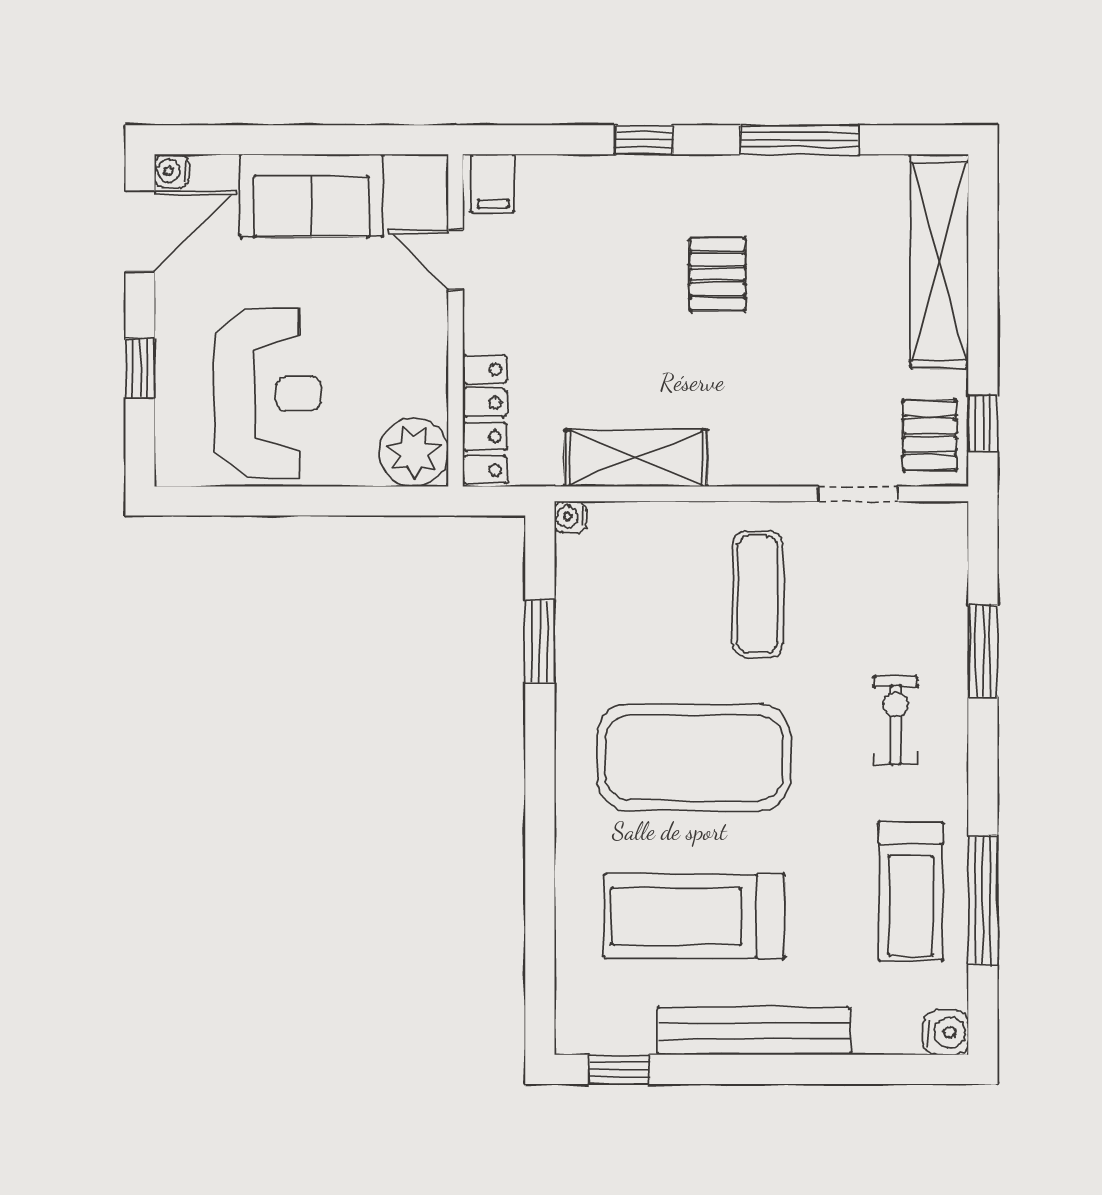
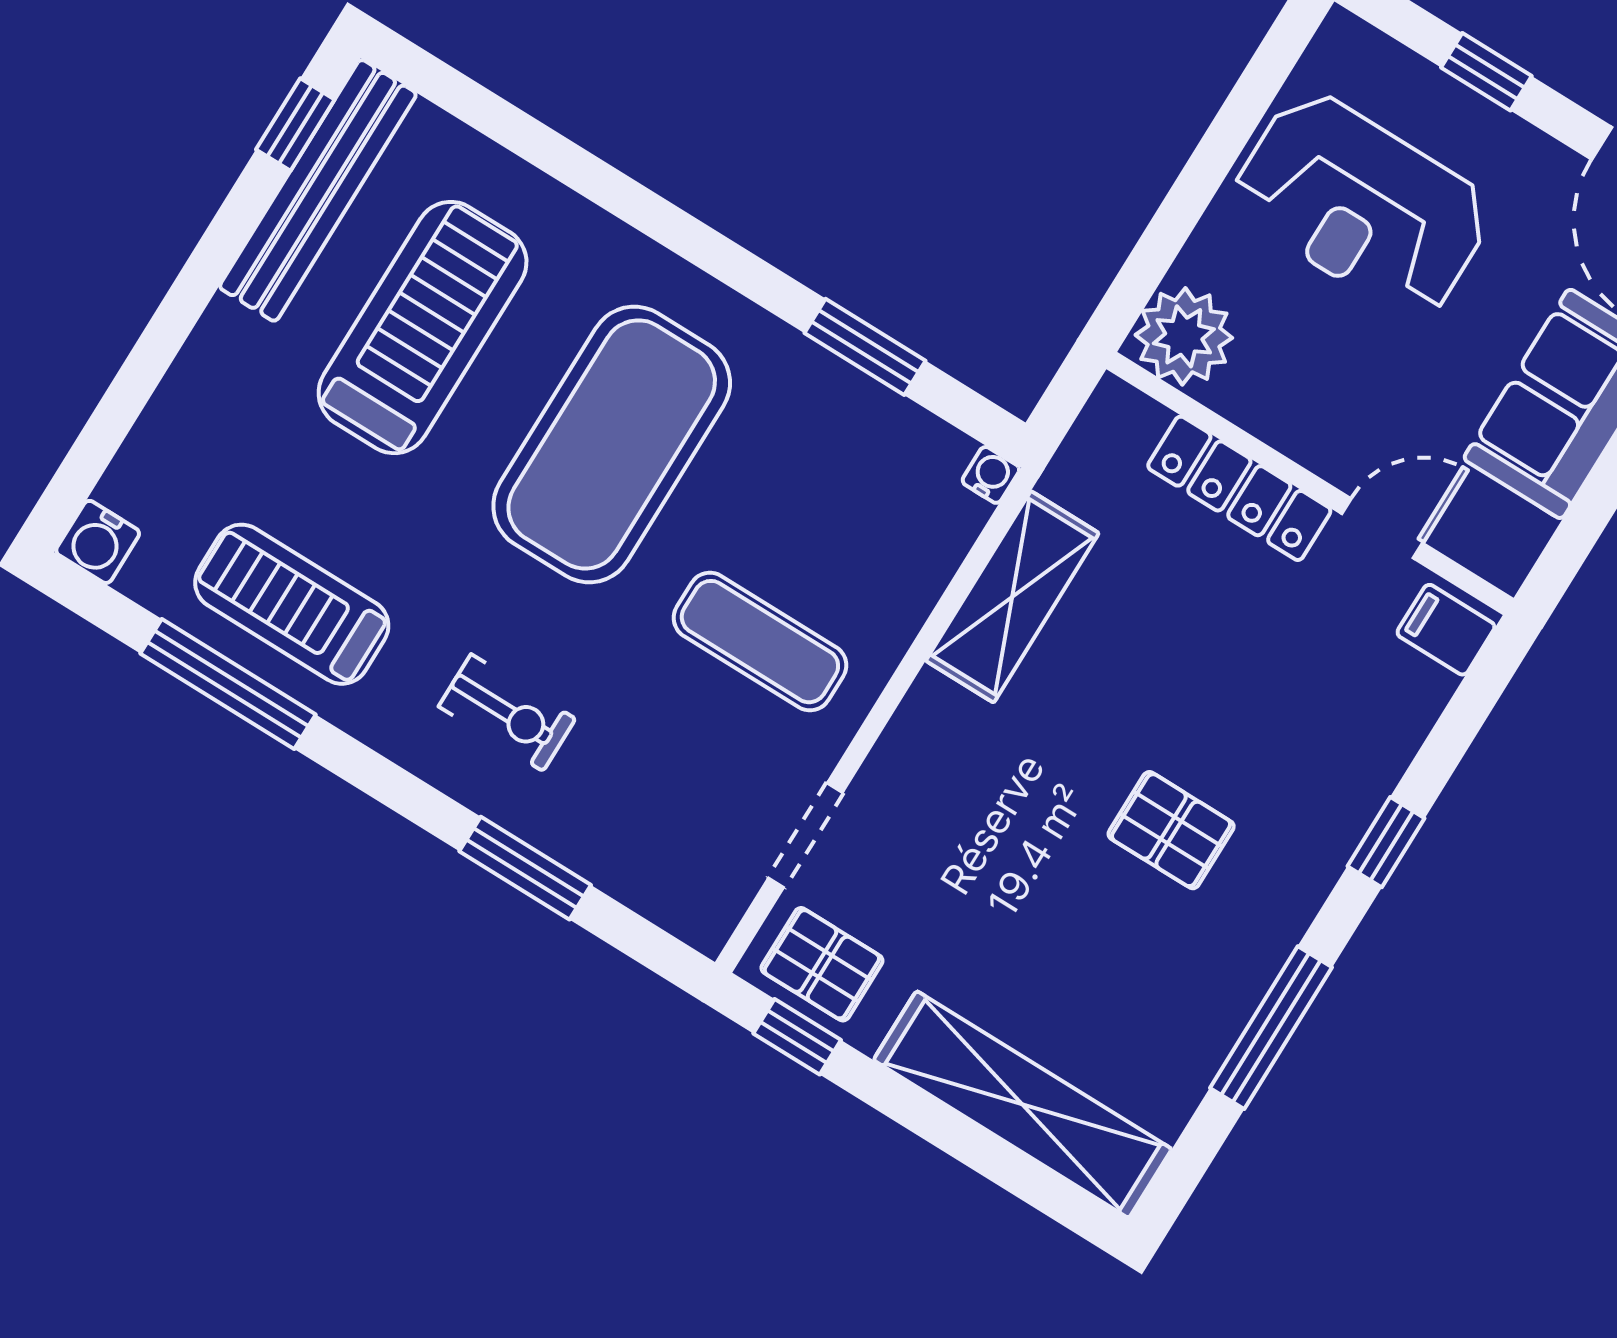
locker: (485, 420) -> (1239, 488), moved
bench: (754, 1031) -> (318, 190), moved

